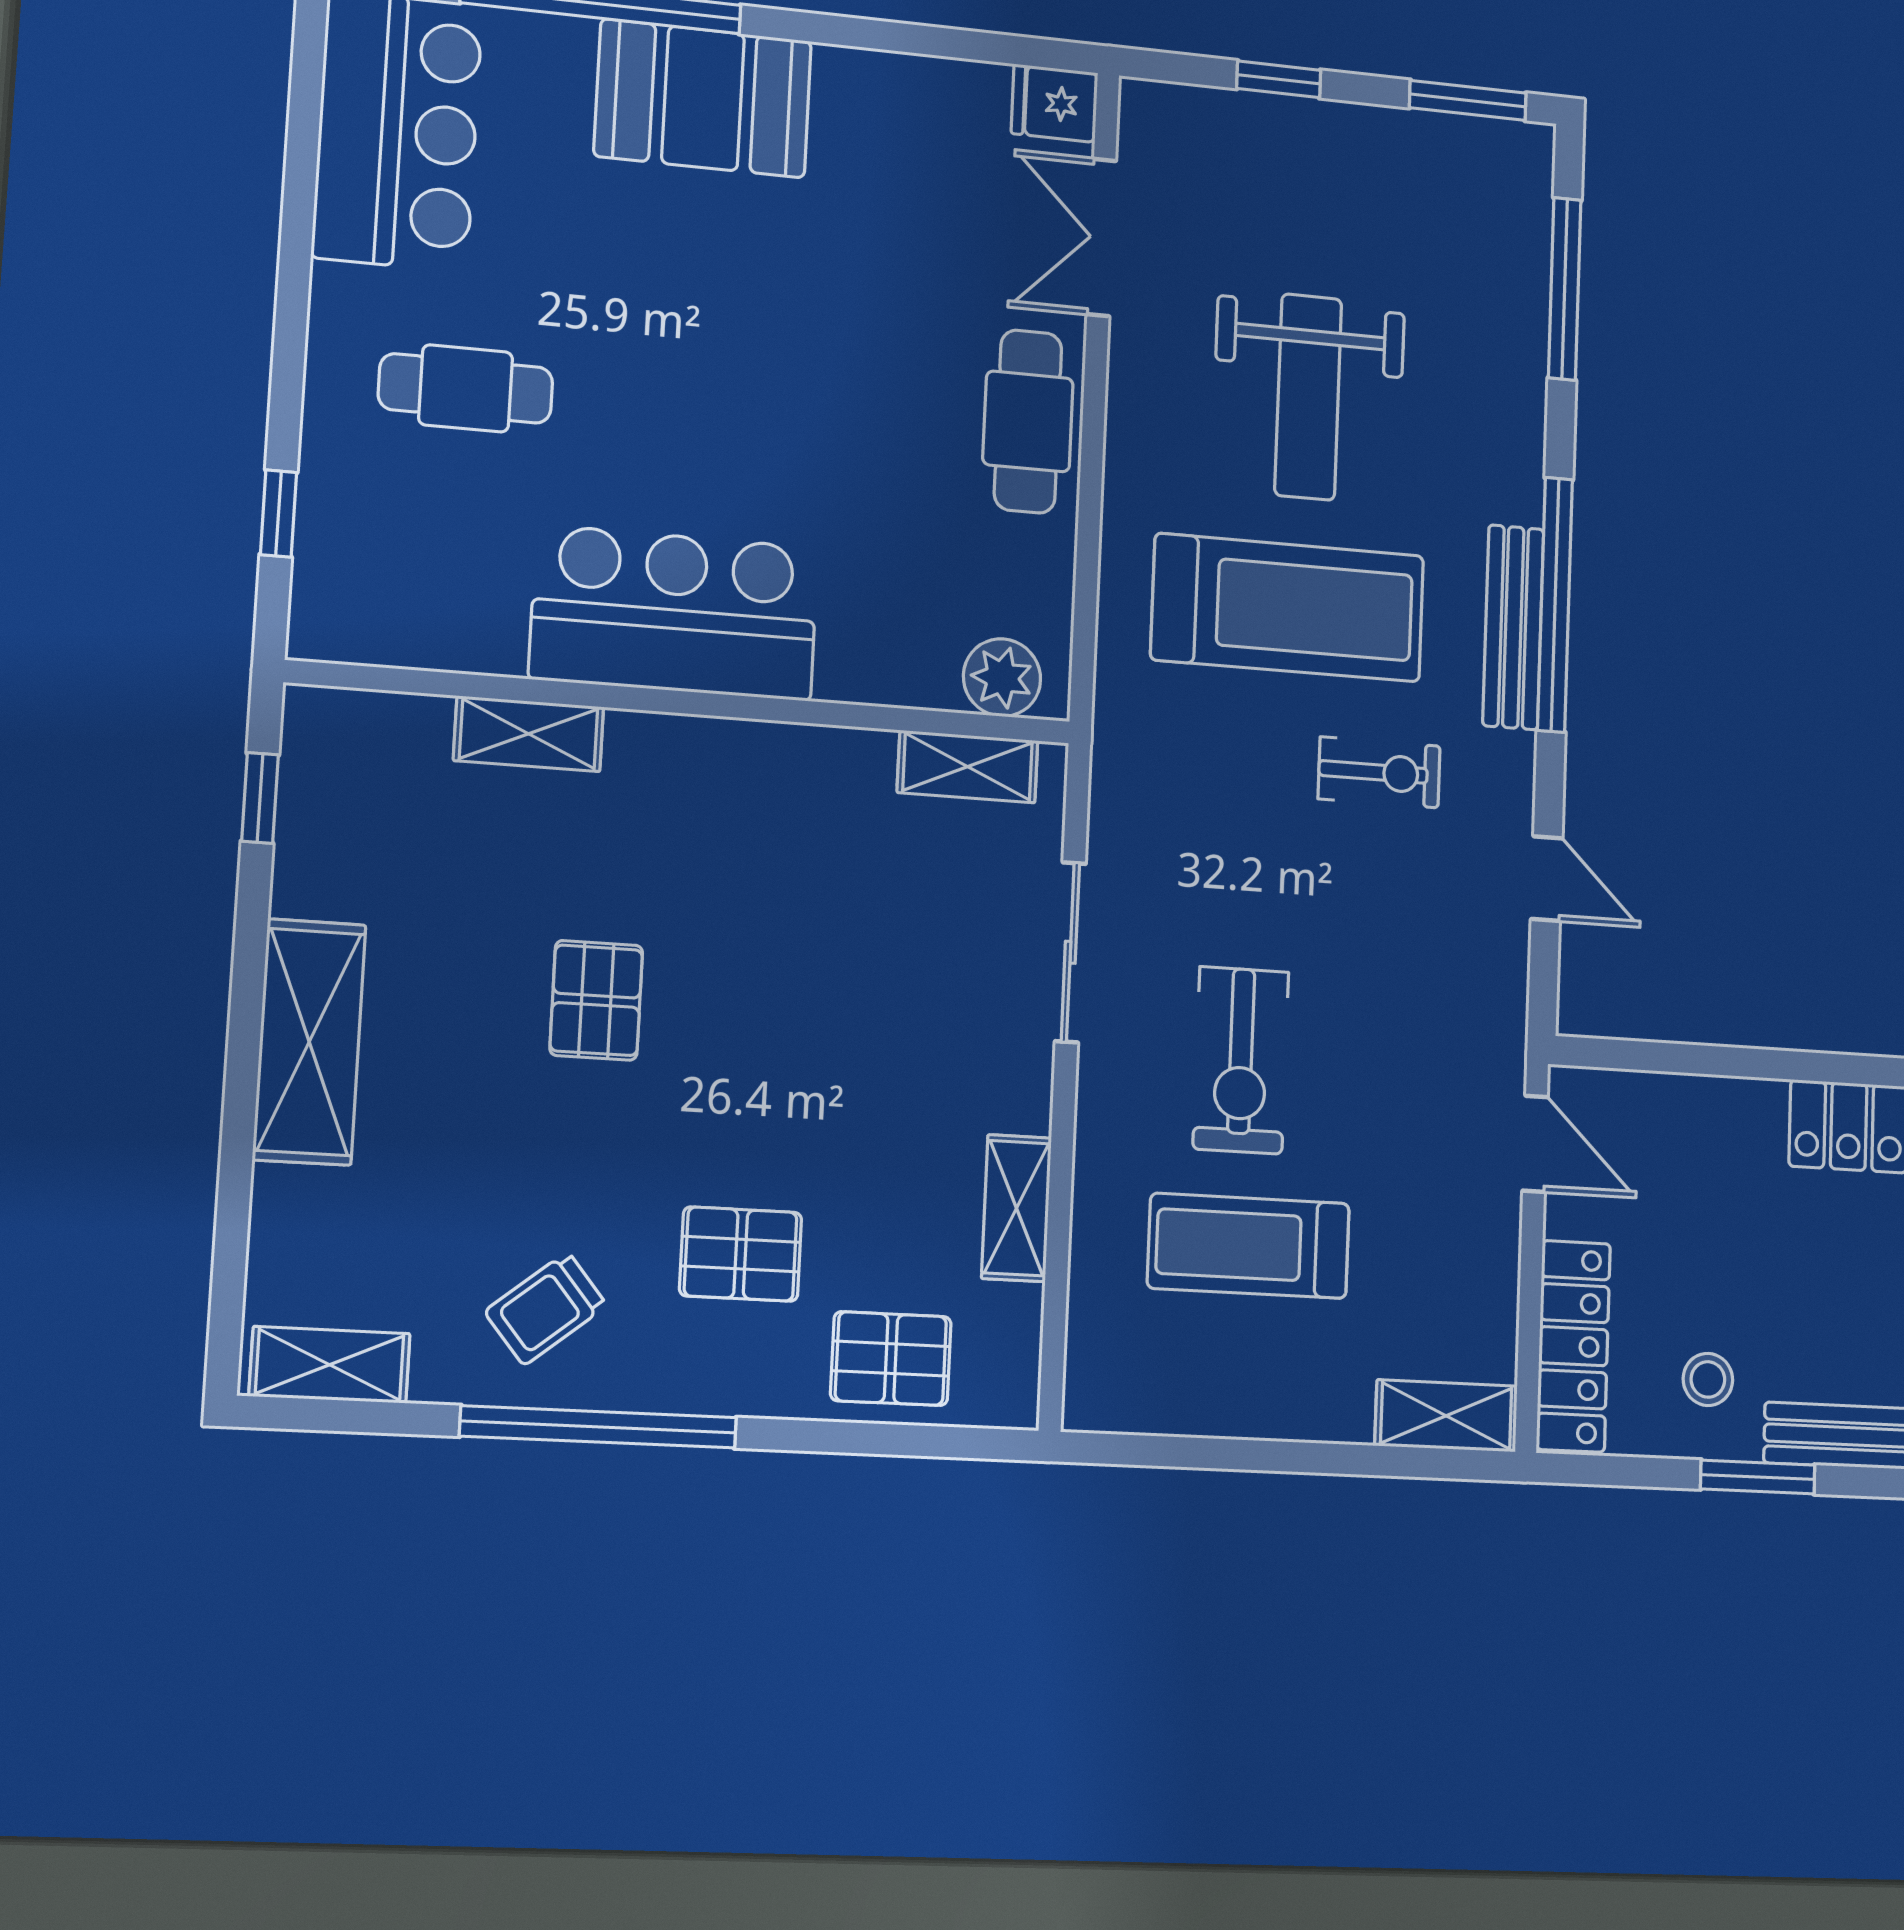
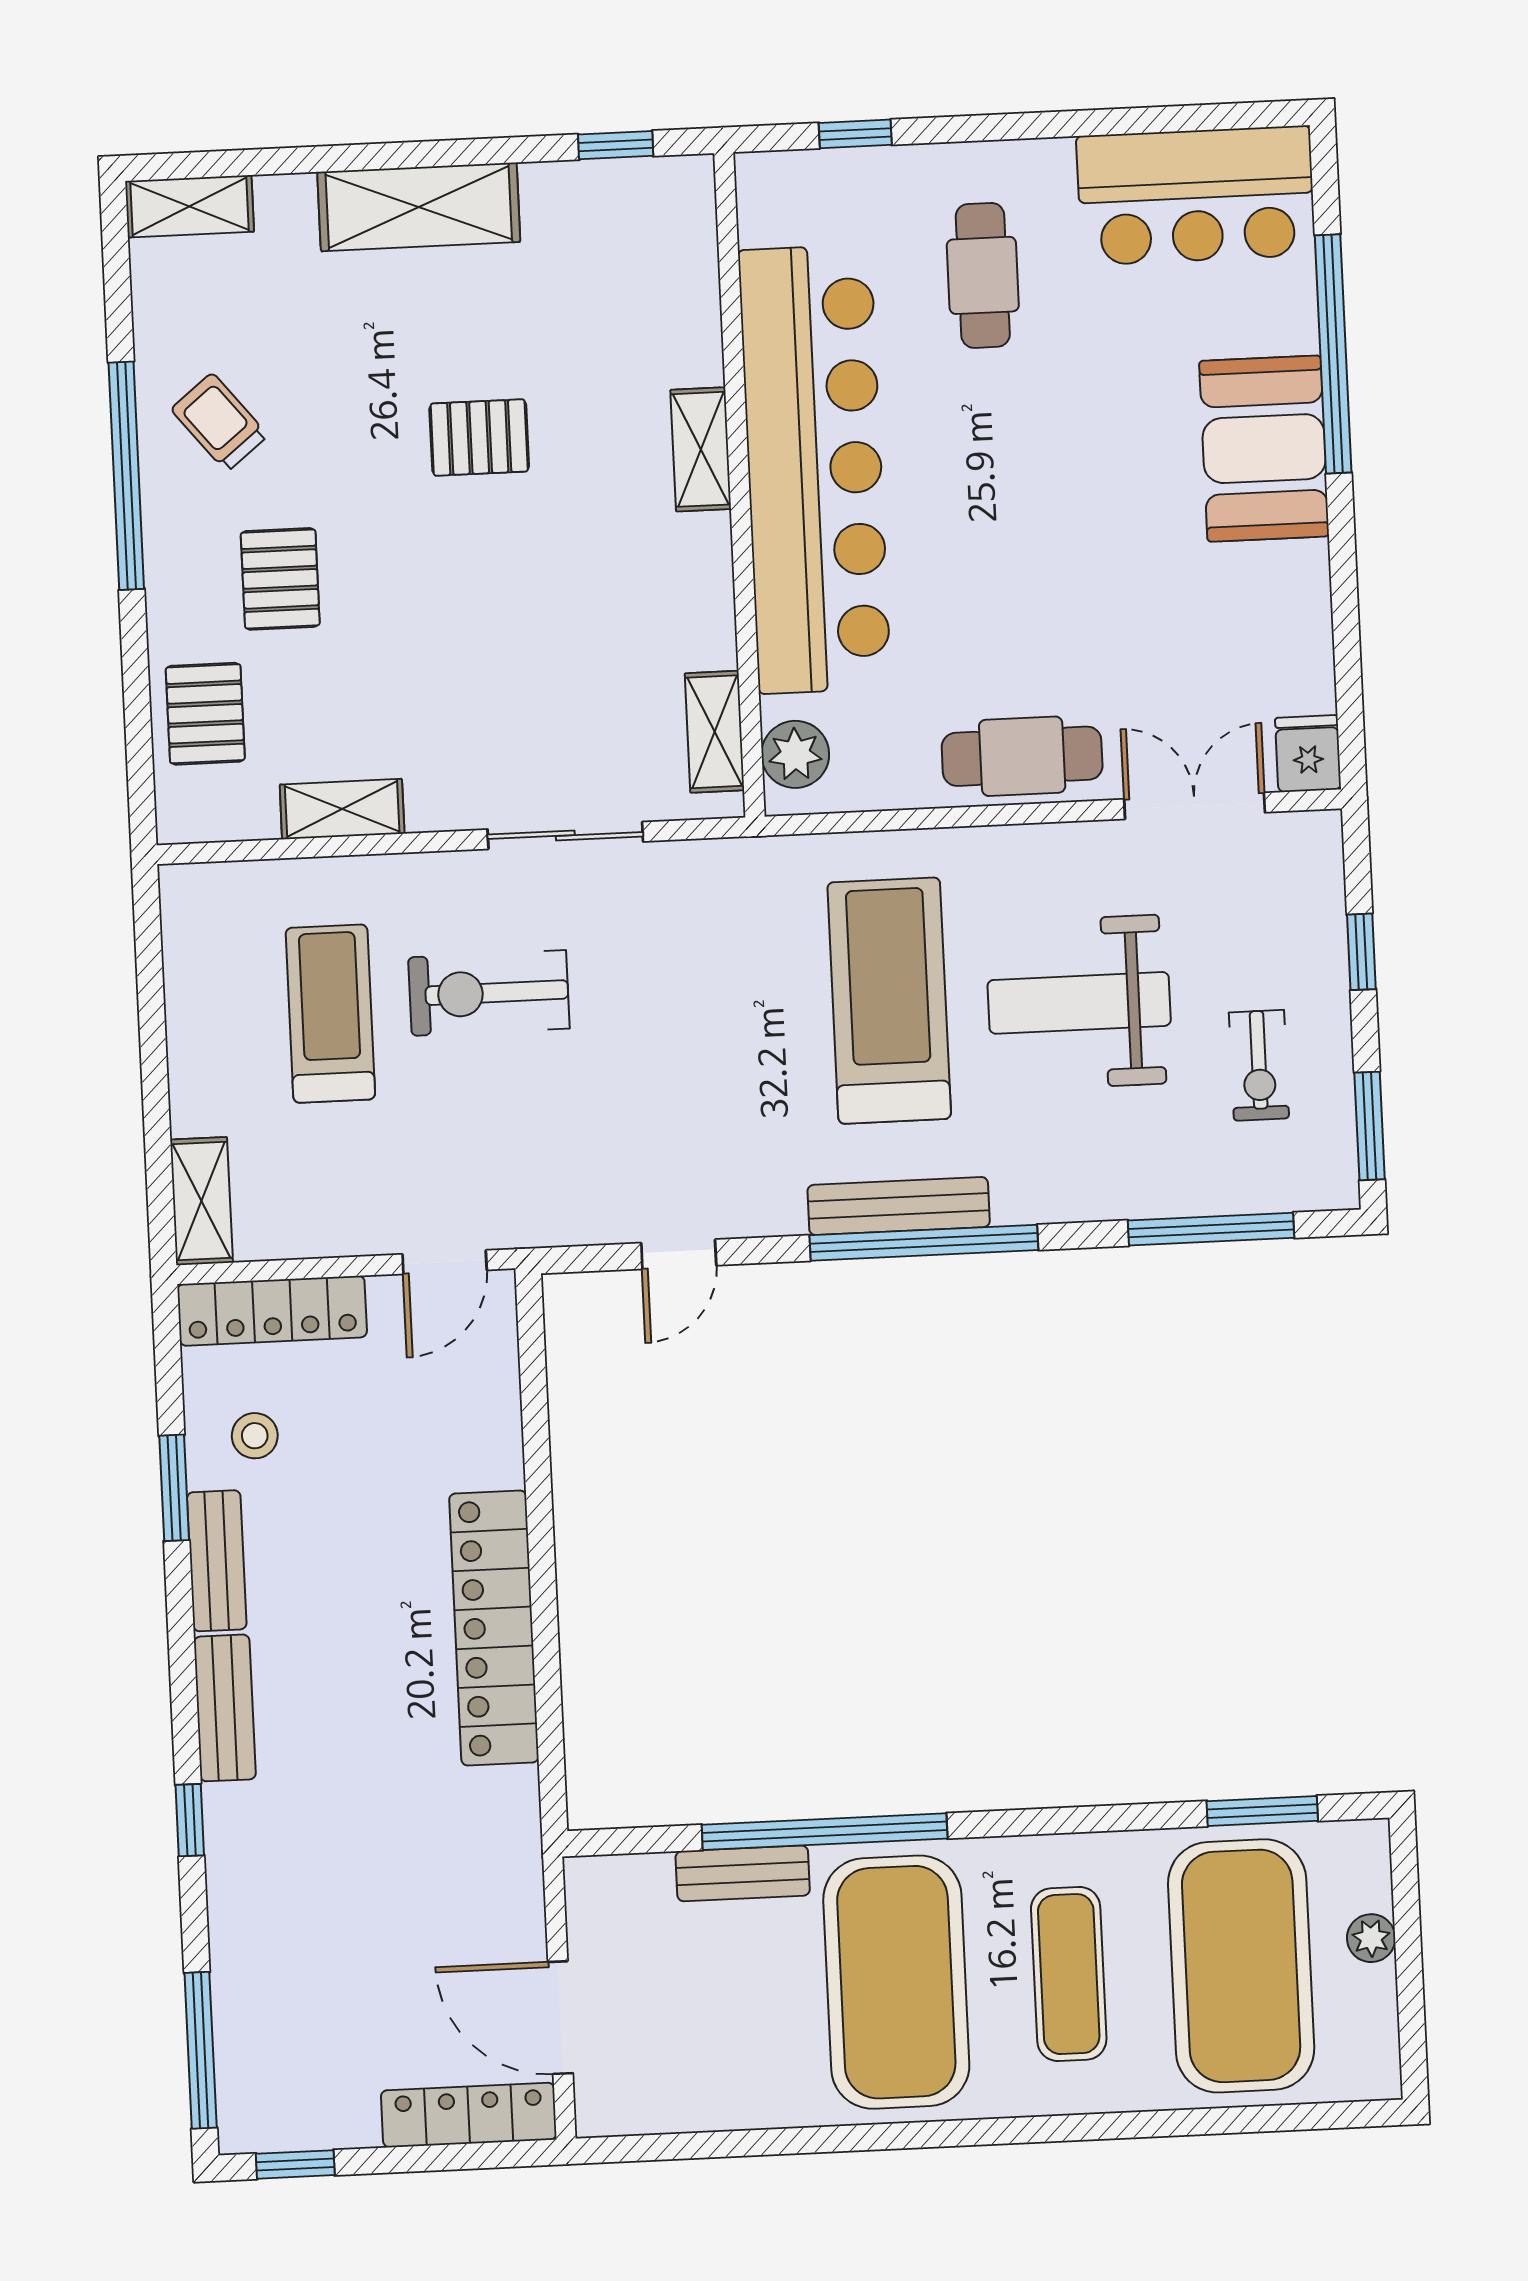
treadmill: (1288, 608) -> (889, 1001), turned 180
bar counter: (674, 613) -> (815, 469), width x1.86
shelving: (529, 734) -> (701, 449), moved
exercise bike: (1379, 772) -> (1259, 1065), moved
shelving: (330, 1365) -> (190, 206), moved, turned 90

